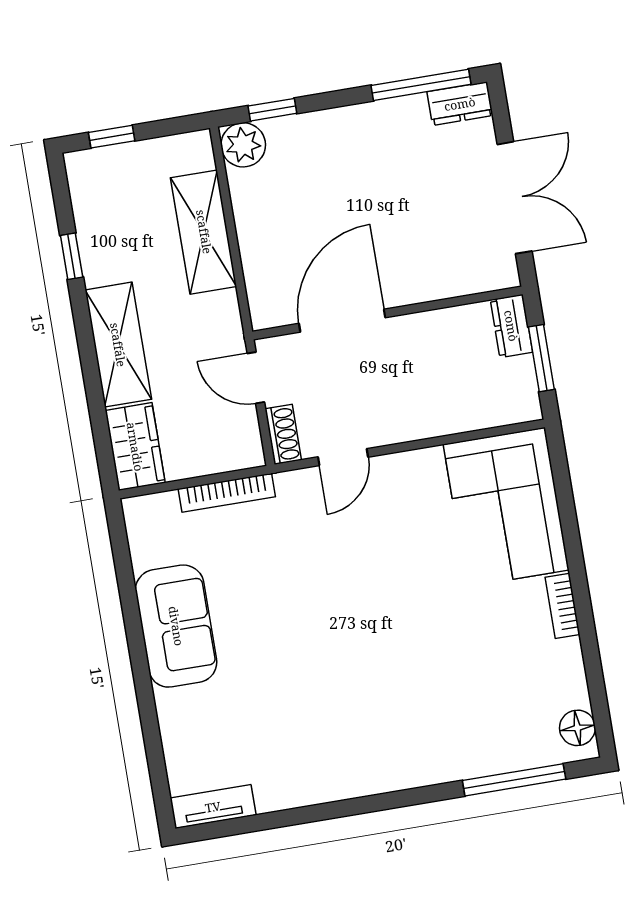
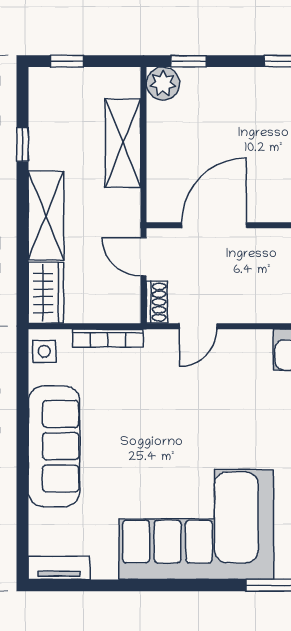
side table: (146, 524) -> (44, 351), added
sofa: (176, 626) -> (54, 446), width x1.36
corner sofa: (384, 719) -> (196, 524), added

